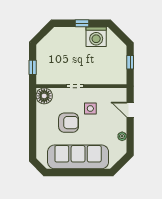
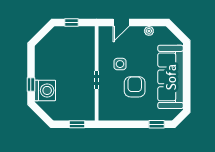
window: (82, 23) -> (31, 84), moved
washing machine: (96, 37) -> (45, 90), moved
floor lamp: (44, 96) -> (107, 112), removed
window: (33, 144) -> (157, 124), added

